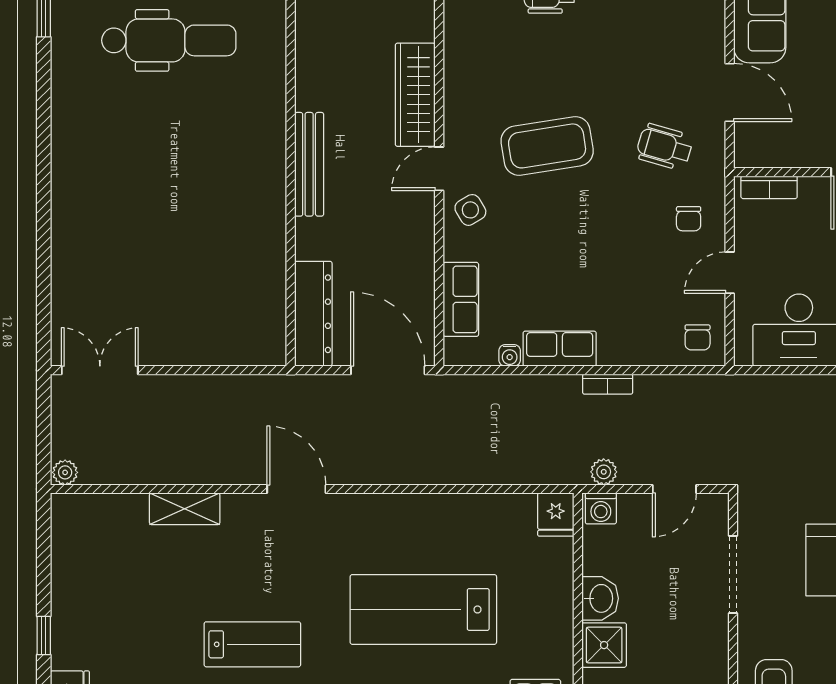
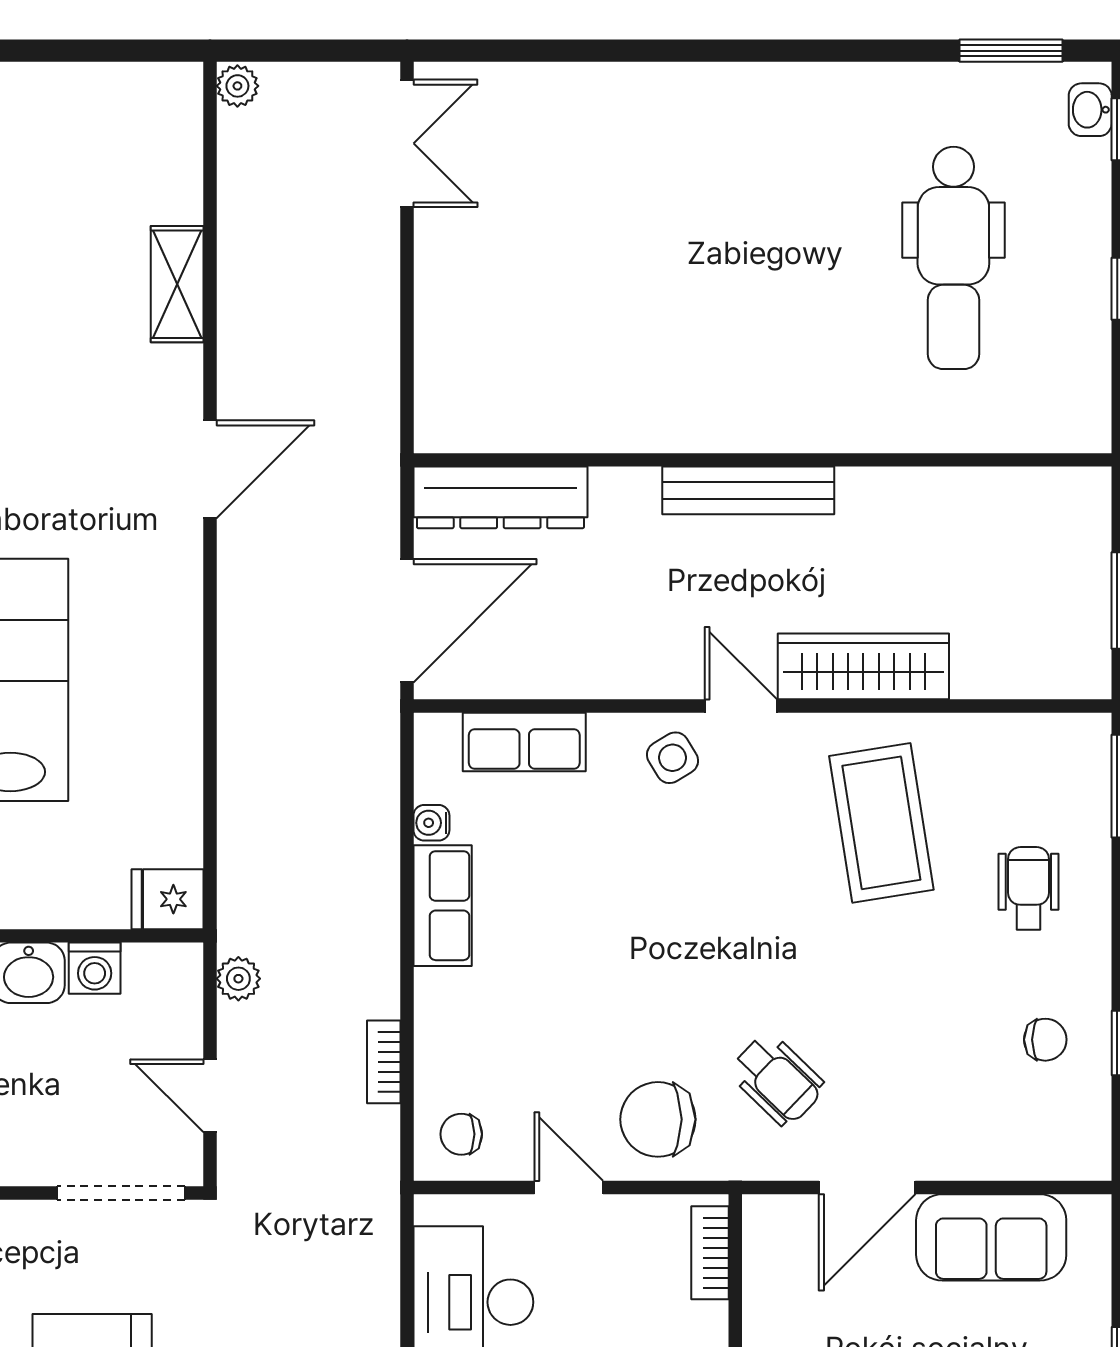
coffee table: (547, 146) -> (881, 823), moved
wheelchair: (664, 147) -> (777, 1079), turned 118
chair: (689, 219) -> (658, 1119), width x1.87, depth x1.87
bookcase: (608, 384) -> (384, 1062), moved
washing machine: (601, 508) -> (95, 968), moved, turned -90
doorway: (733, 574) -> (121, 1193), moved

